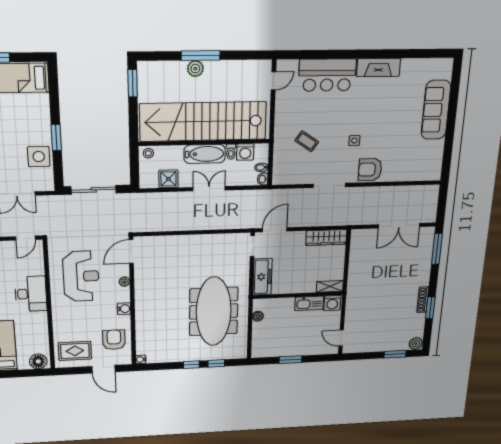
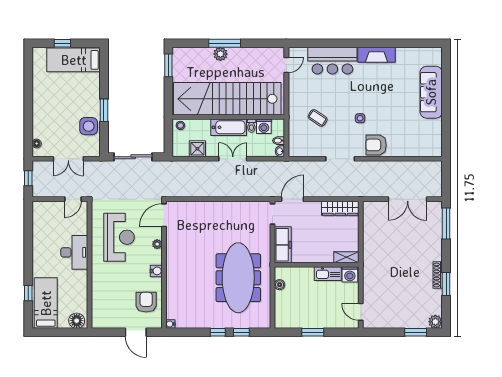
rug: (75, 351) -> (110, 312), removed

